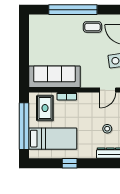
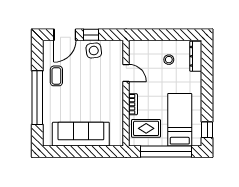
sofa: (54, 77) -> (81, 134), moved, turned 90
door: (108, 90) -> (126, 73), moved
window: (70, 163) -> (207, 130), moved

